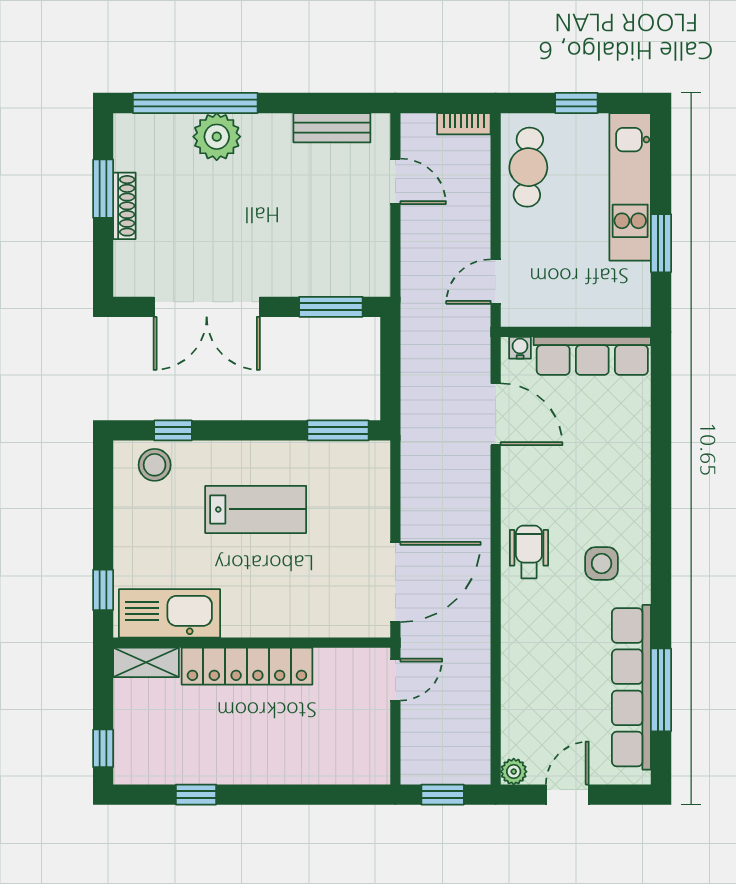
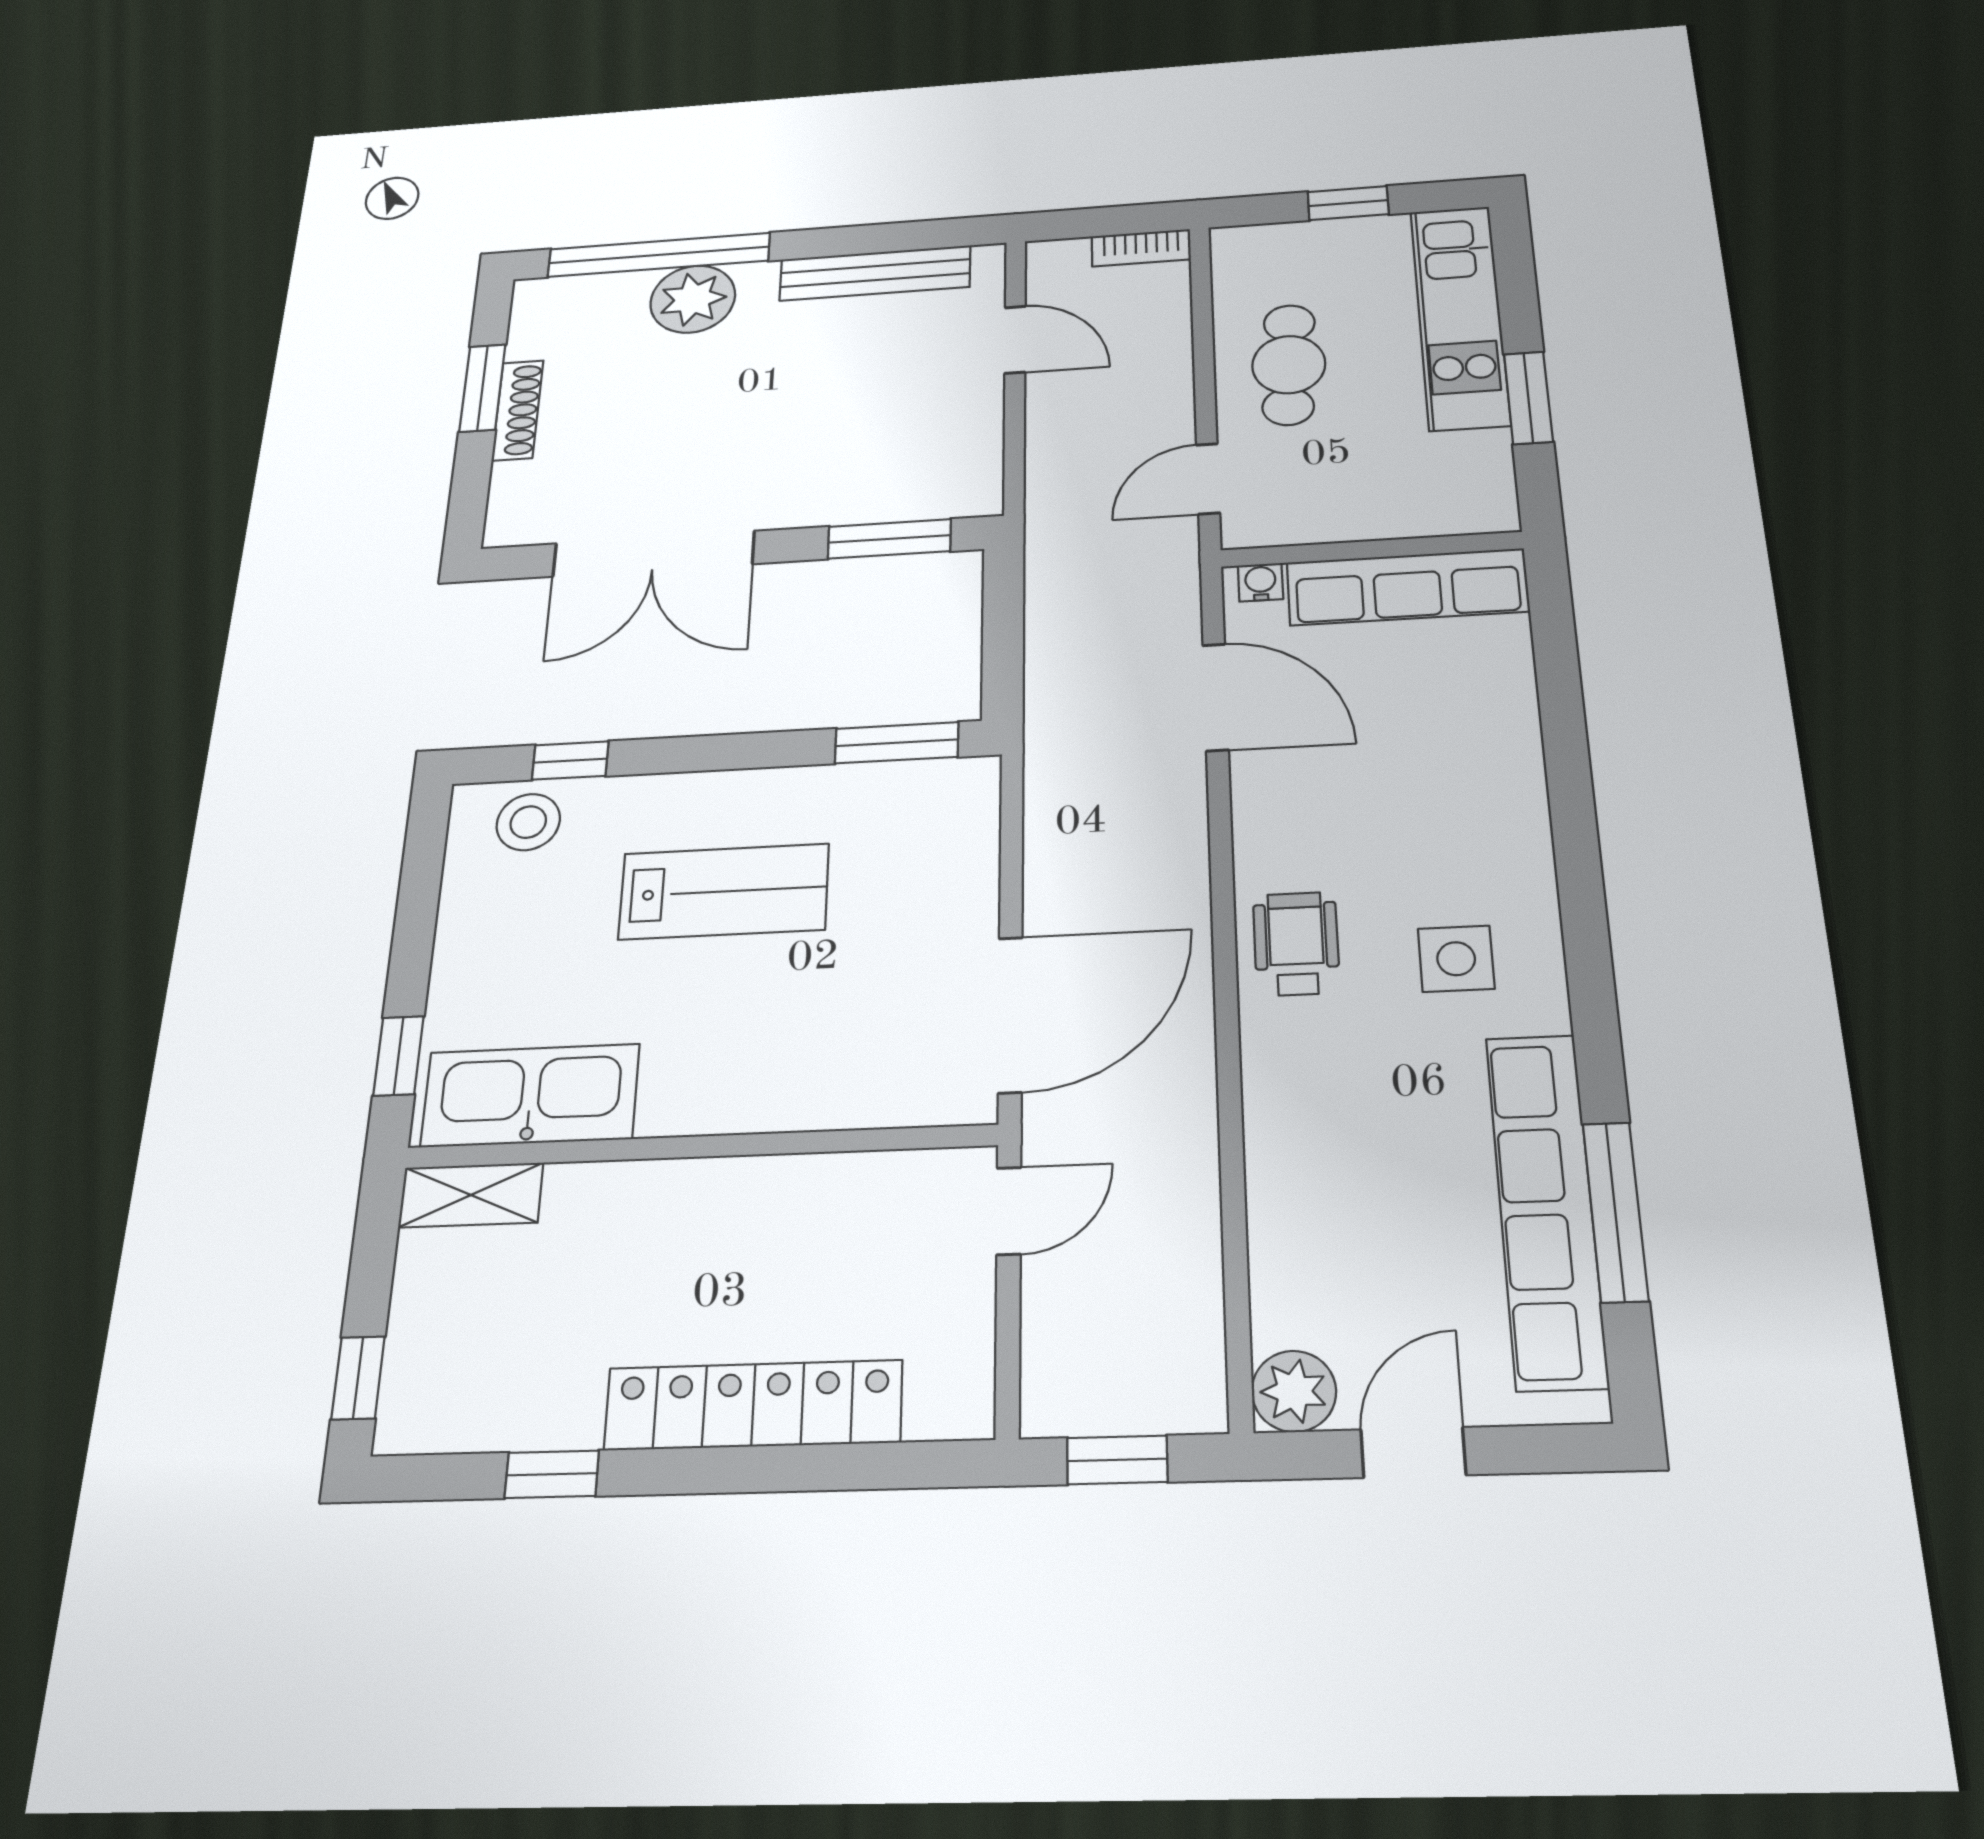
bench: (332, 128) -> (875, 273), width x1.36
cafe table: (528, 167) -> (1289, 365), moved
locker: (247, 666) -> (753, 1405), moved, turned 180
plant: (514, 772) -> (1294, 1391), width x1.38, depth x1.38

